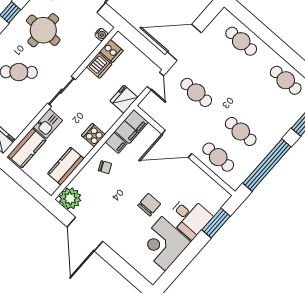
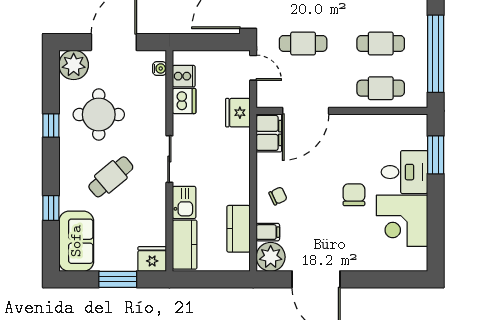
cooker: (93, 135) -> (239, 174), removed
filing cabinet: (116, 143) -> (268, 232), moved
door: (177, 144) -> (306, 111), moved

